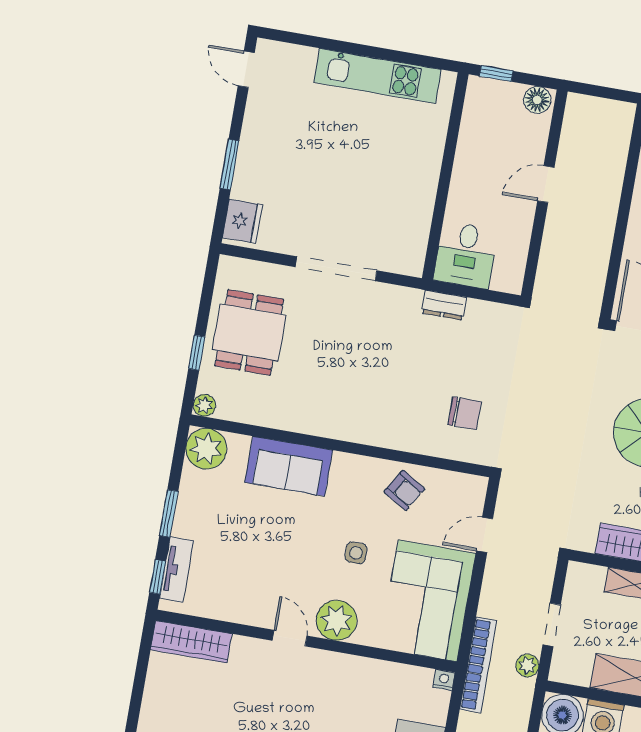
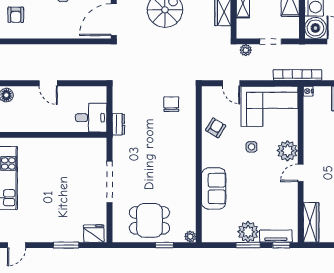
plant: (206, 449) -> (248, 232), moved
plant: (527, 666) -> (246, 50), moved

